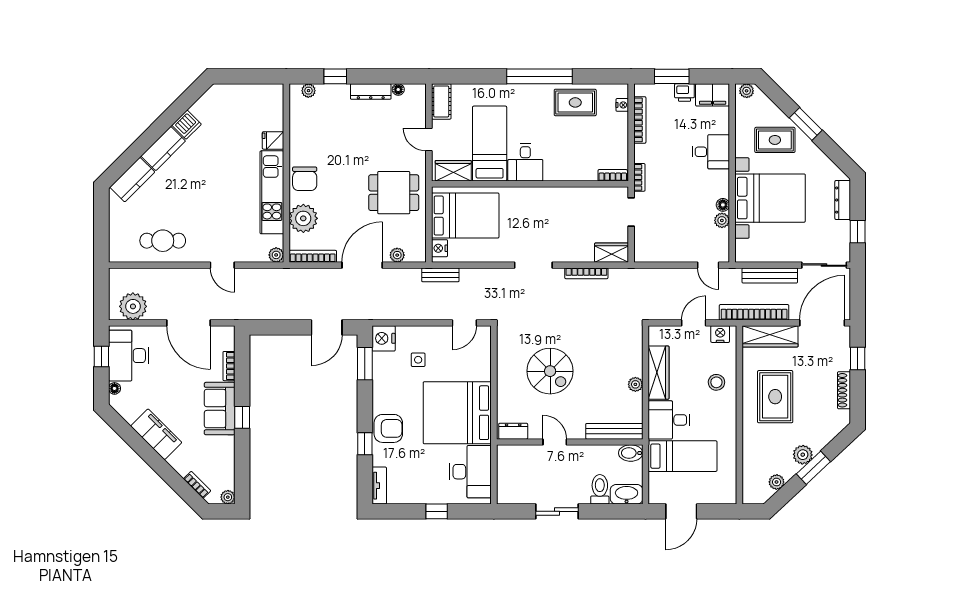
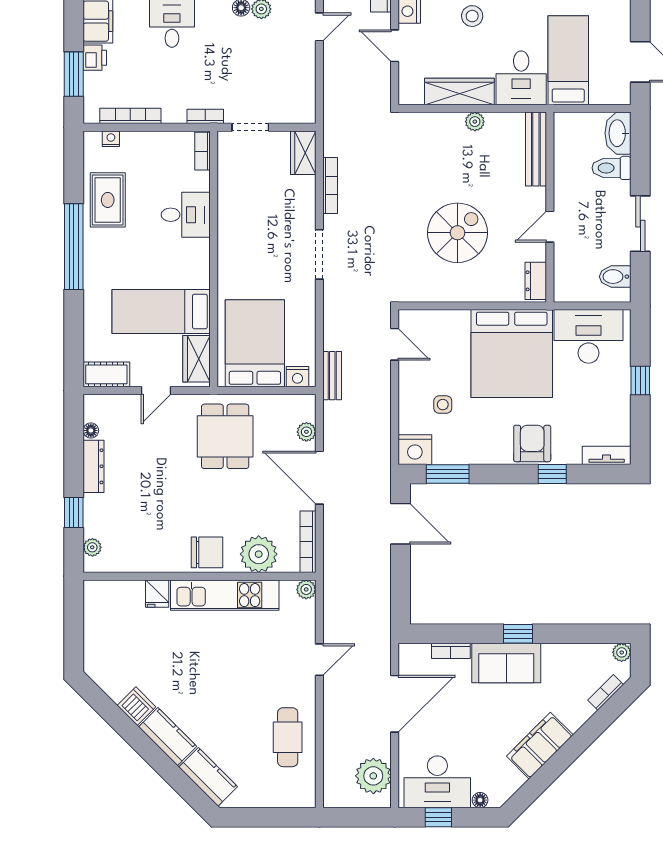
desk: (525, 162) -> (186, 215), moved
bidet: (631, 453) -> (615, 277), moved, turned 90

